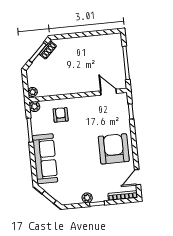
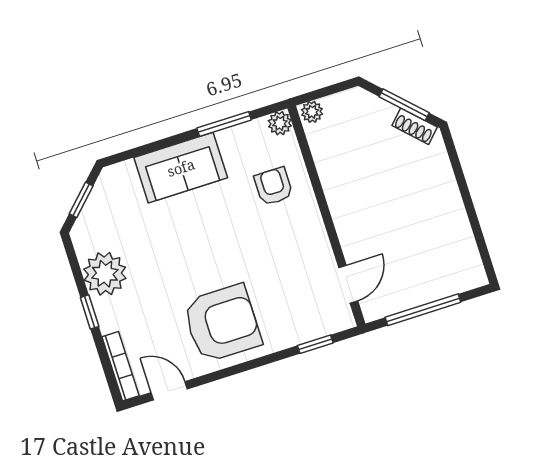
armchair: (61, 115) -> (273, 186), turned -90
sofa: (45, 159) -> (181, 168), width x0.73
plant: (87, 198) -> (105, 274), width x1.88, depth x1.88

